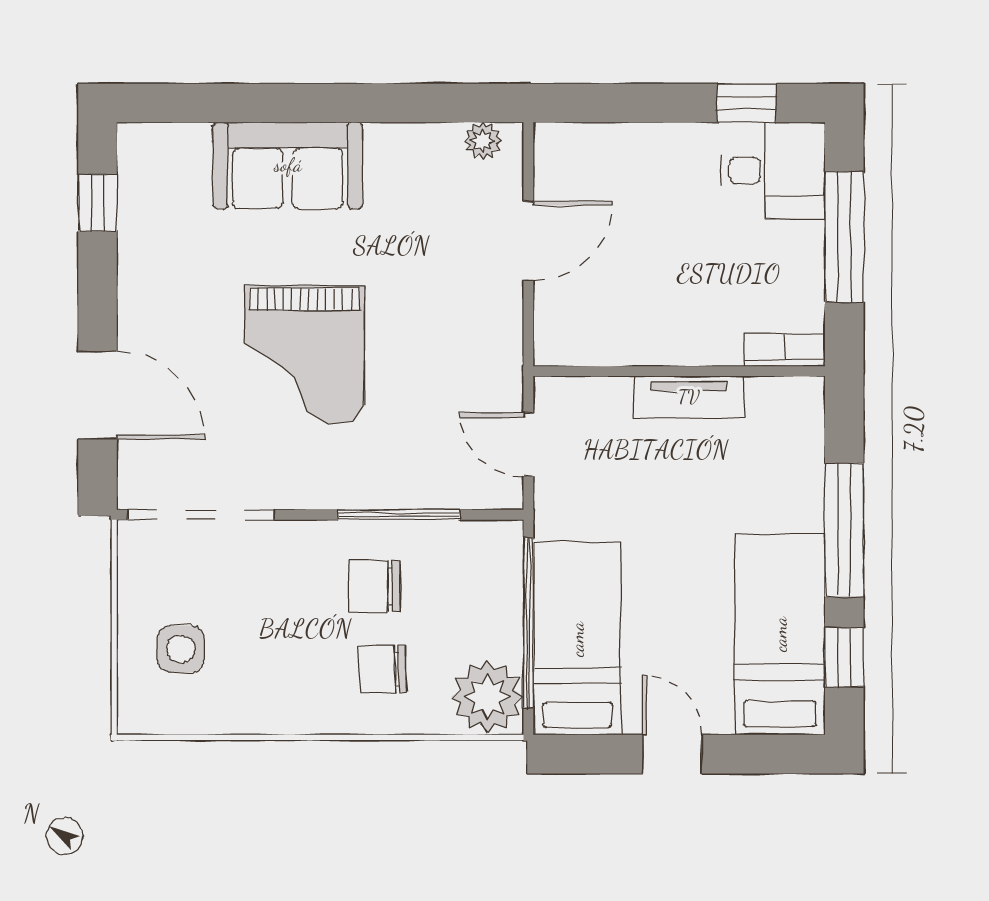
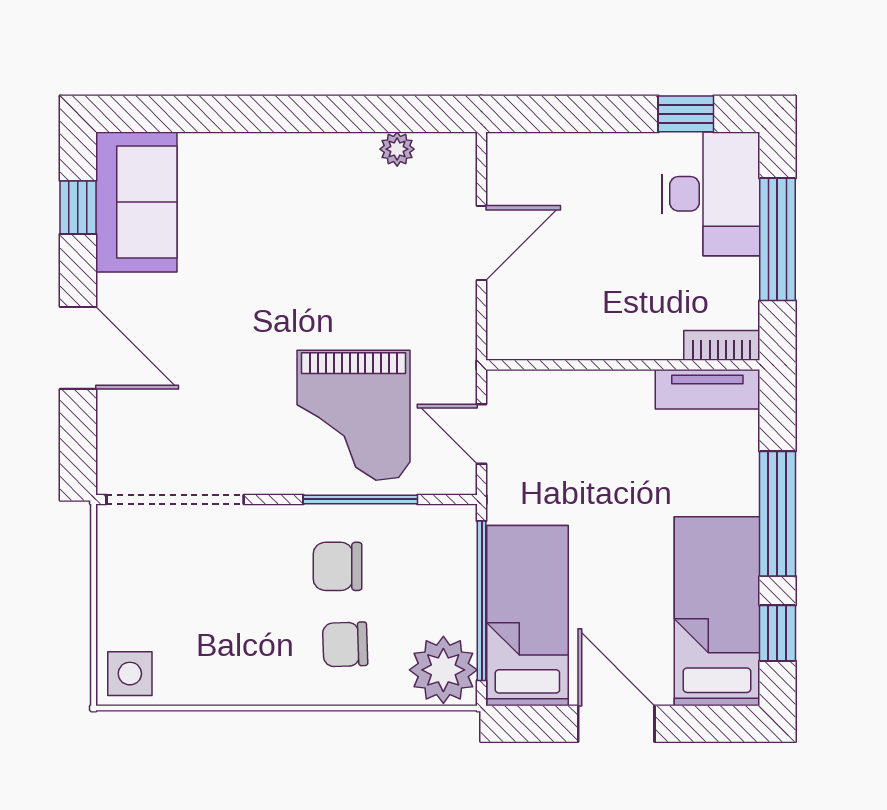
plant: (483, 141) -> (397, 149), moved
sofa: (288, 165) -> (136, 202), moved, turned -90
desk: (773, 170) -> (711, 194), width x1.37
grand piano: (304, 355) -> (354, 415), moved
door: (97, 395) -> (78, 348), moved
tv unit: (689, 397) -> (707, 389), moved
side table: (181, 649) -> (130, 674), moved
door: (672, 754) -> (616, 724), width x1.38

